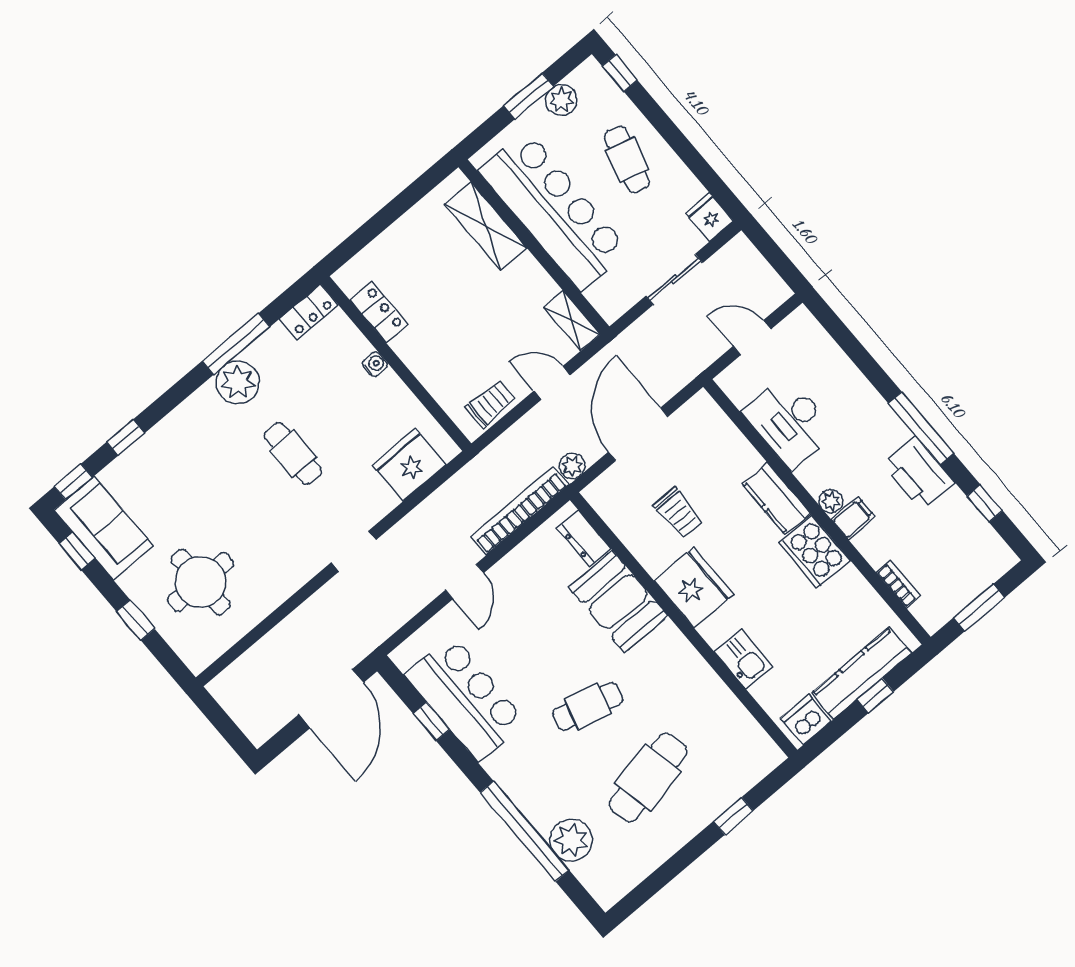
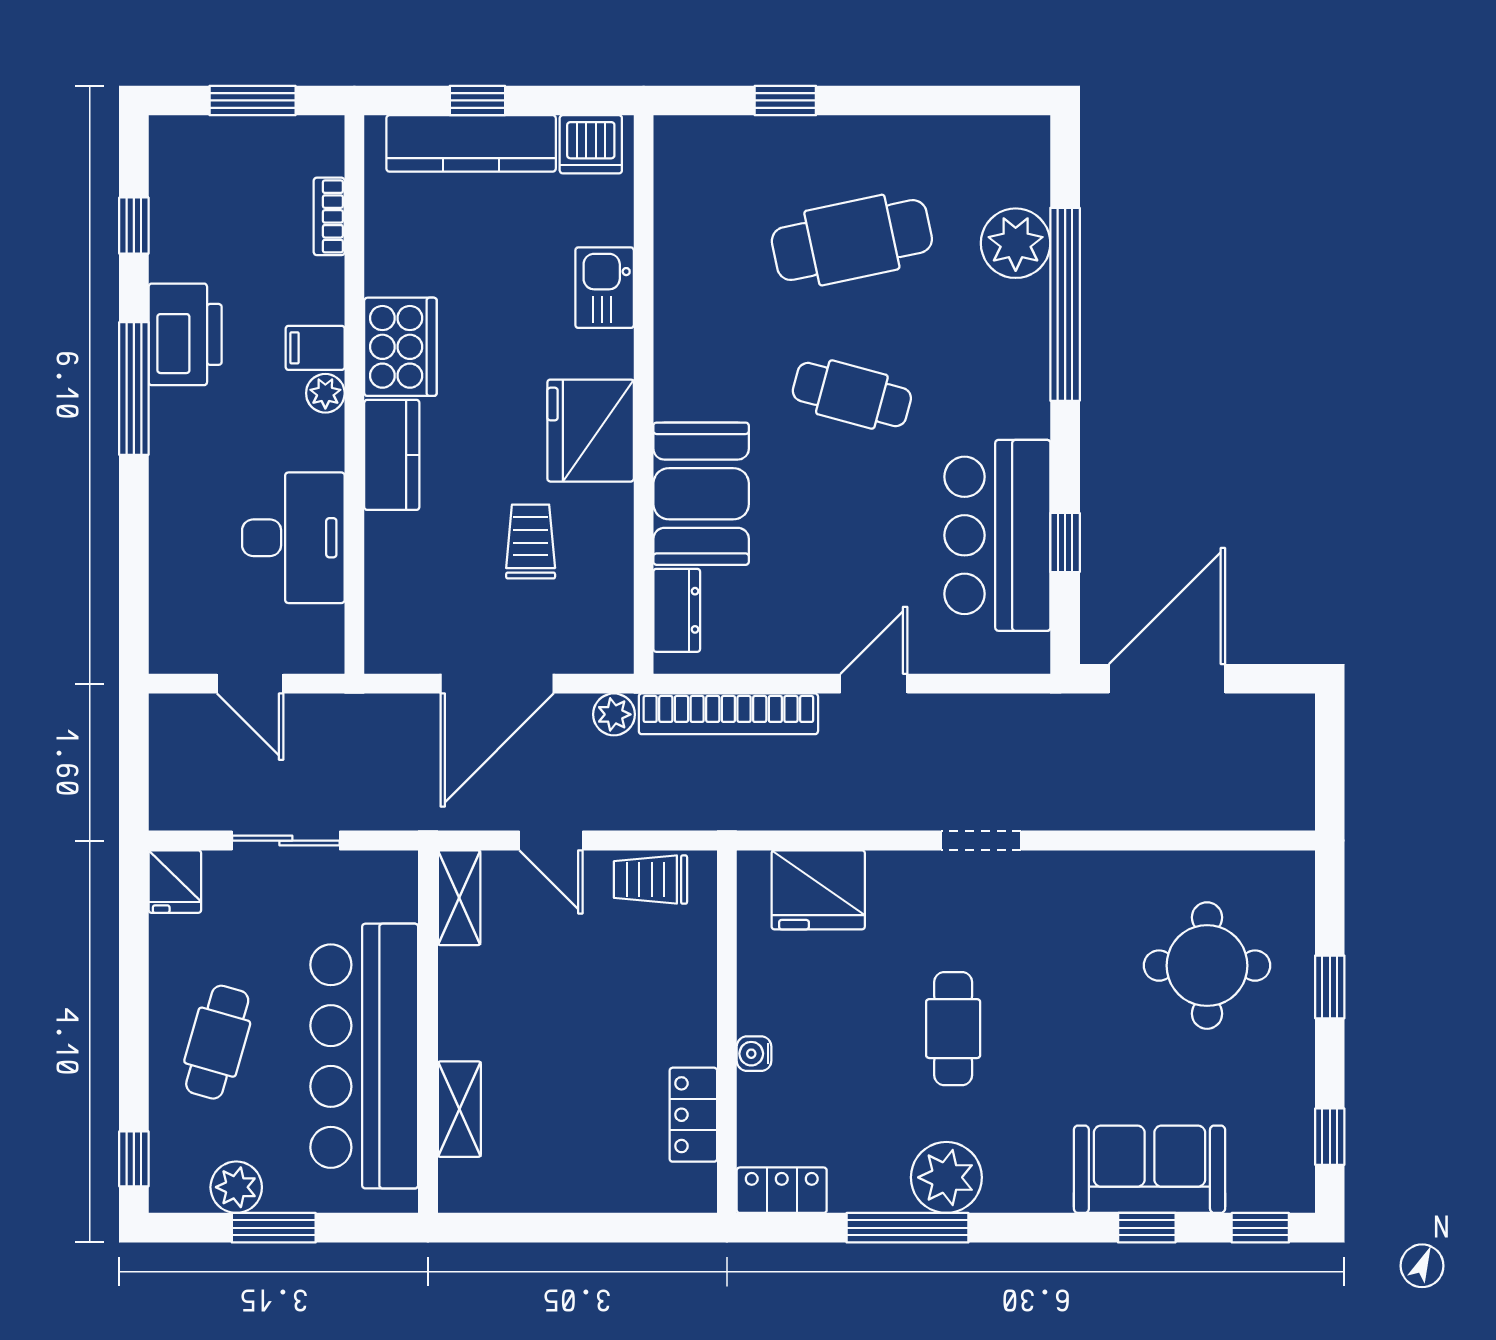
shelving: (486, 226) -> (459, 1109), width x0.67, depth x0.75
sofa: (104, 528) -> (1149, 1169), moved, turned 90

